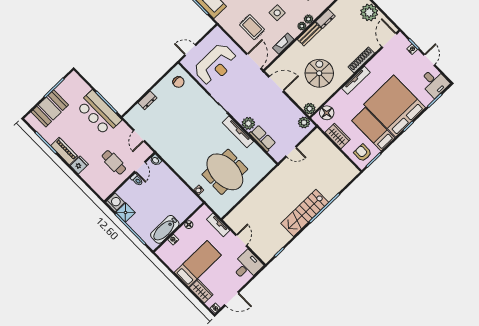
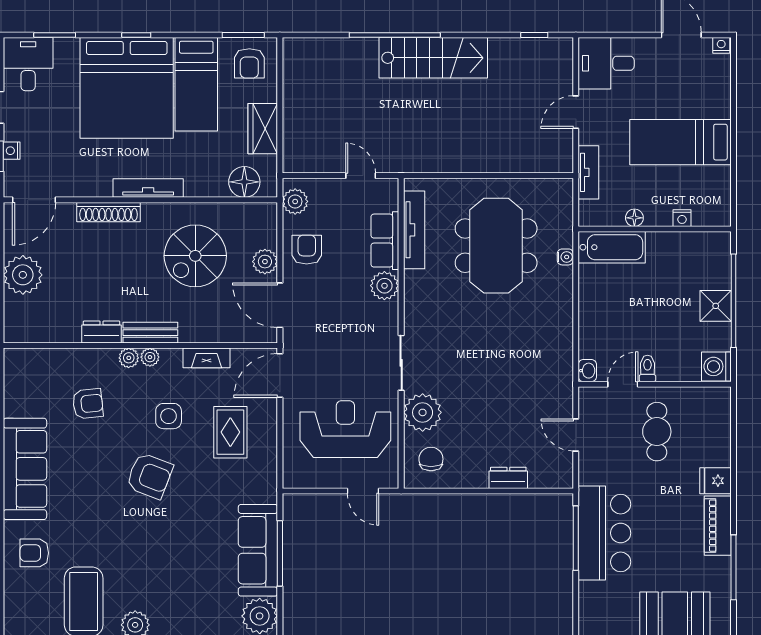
plant: (196, 94) -> (423, 412), added
plant: (310, 109) -> (265, 262), moved
armchair: (285, 111) -> (307, 250), added
tv unit: (238, 132) -> (414, 230), moved
door: (139, 136) -> (576, 435), swing flipped
shower: (126, 213) -> (716, 306), moved
bathtub: (165, 229) -> (612, 247), moved
wardrobe: (201, 291) -> (717, 94), removed

